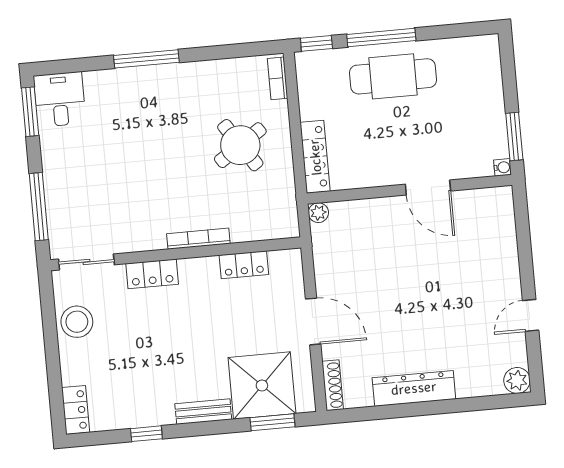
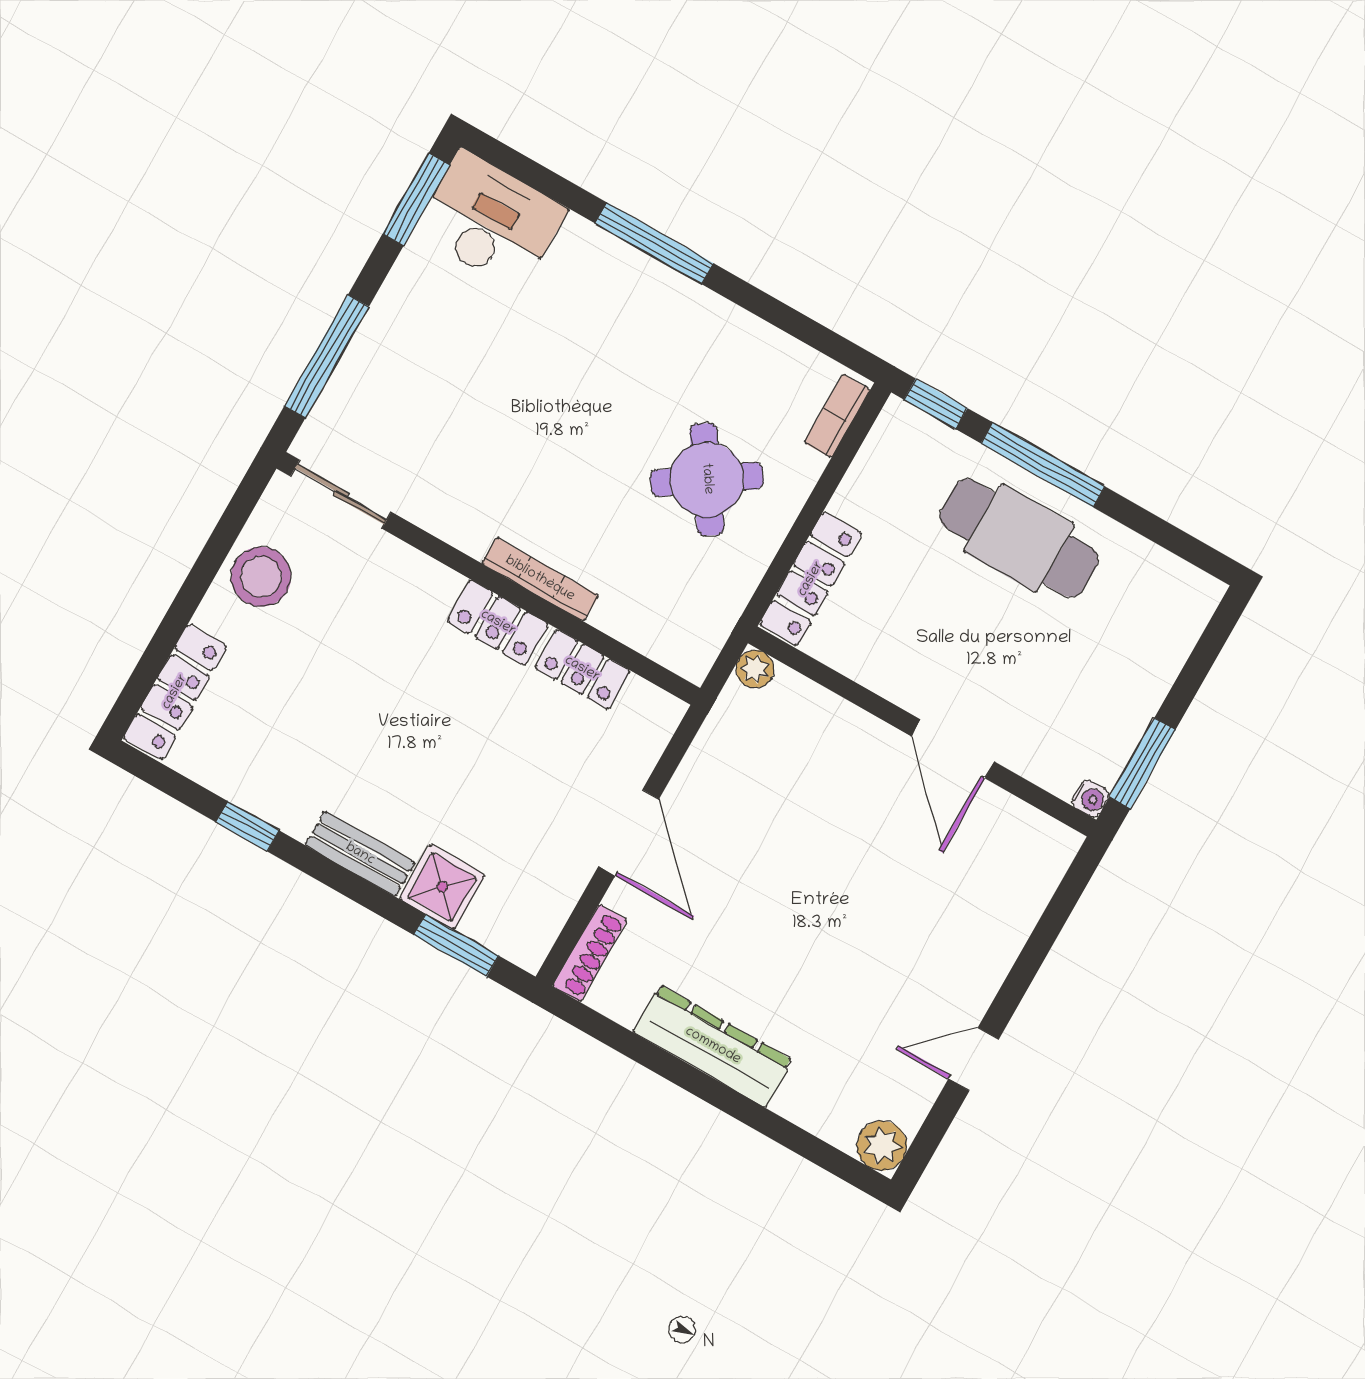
desk: (60, 99) -> (490, 221), width x1.37
locker: (152, 274) -> (498, 623), moved
shower: (262, 386) -> (442, 887), width x0.54, depth x0.54
locker: (76, 410) -> (175, 692), width x1.53

